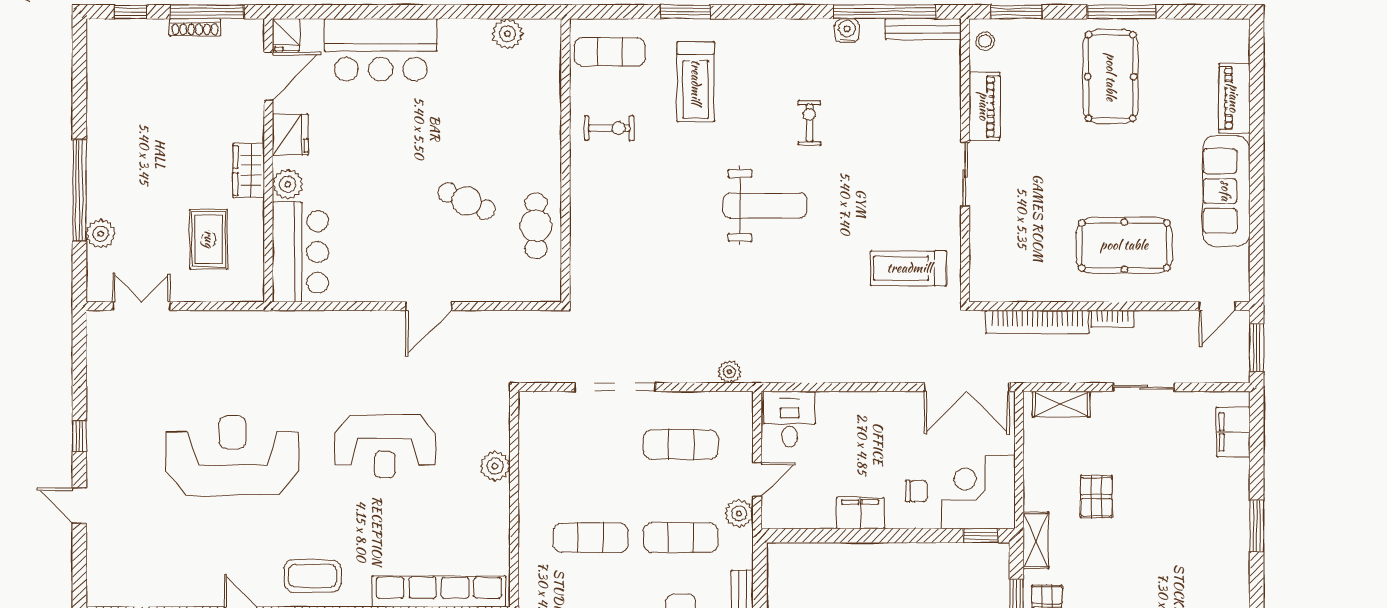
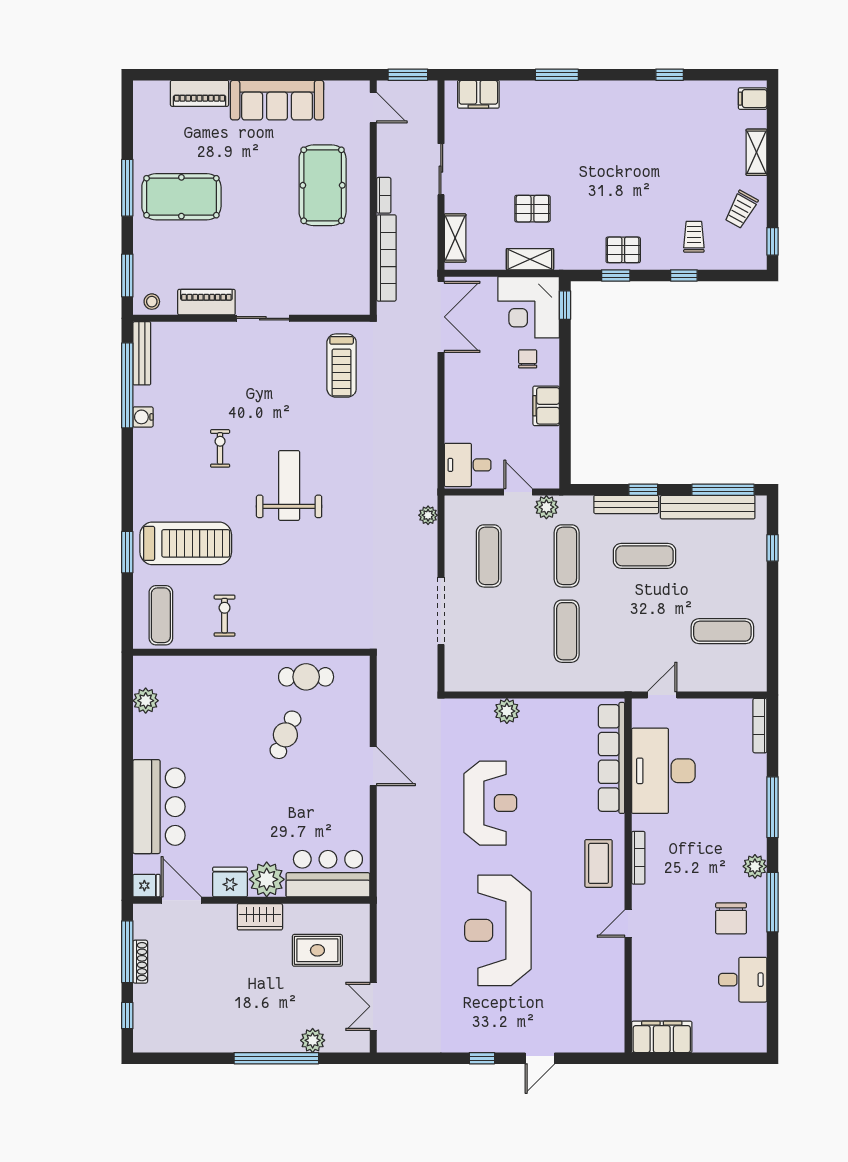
treadmill: (696, 82) -> (186, 543), width x1.37, depth x1.38
exercise bike: (809, 123) -> (220, 448), turned 90
plant: (288, 184) -> (267, 879), width x1.36, depth x1.36
shelving: (1036, 540) -> (530, 259), moved

